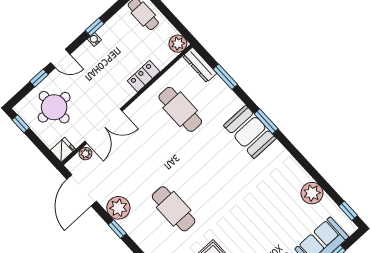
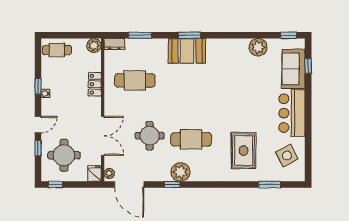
dresser: (200, 65) -> (114, 44), width x0.70
plant: (85, 154) -> (109, 173), moved
round table: (143, 168) -> (150, 136), added
plant: (118, 208) -> (180, 172), moved

